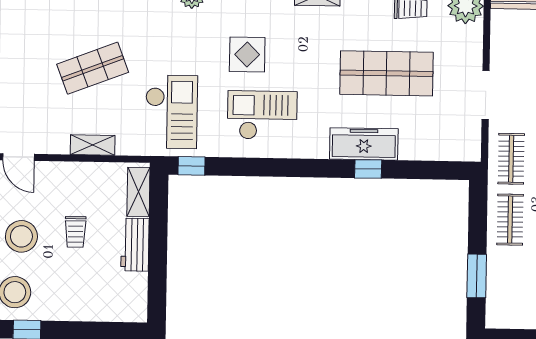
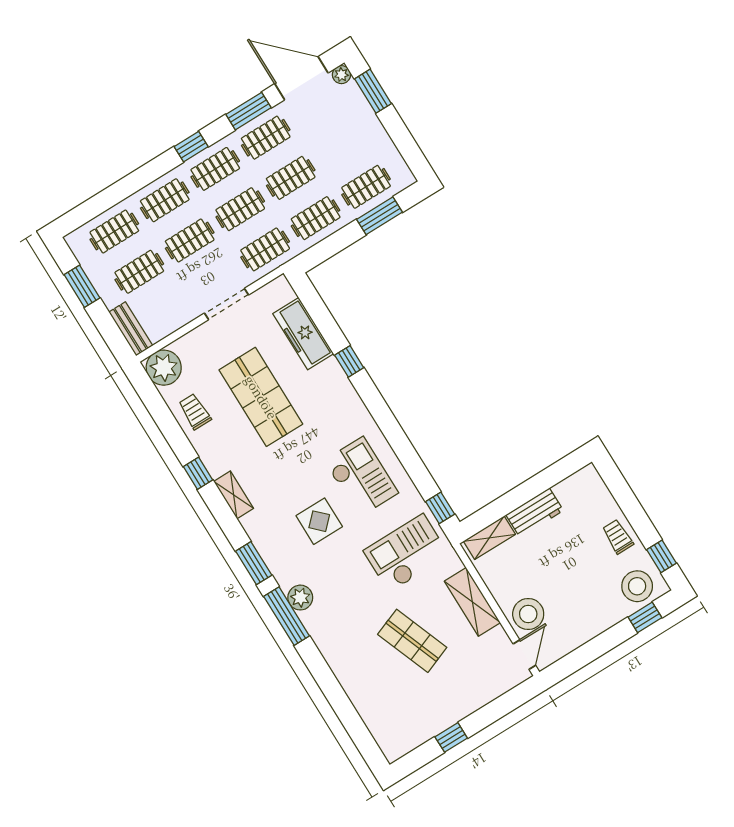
checkout: (262, 115) -> (361, 477), turned 180
freezer: (364, 144) -> (303, 334), moved
shelving: (93, 145) -> (472, 602), width x1.50, depth x1.33
trolley: (76, 232) -> (618, 537), moved, turned -90
stool: (21, 236) -> (528, 614), moved
clothes rail: (509, 280) -> (366, 187), added

